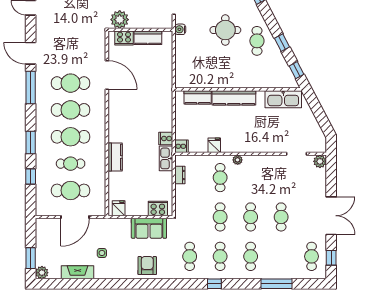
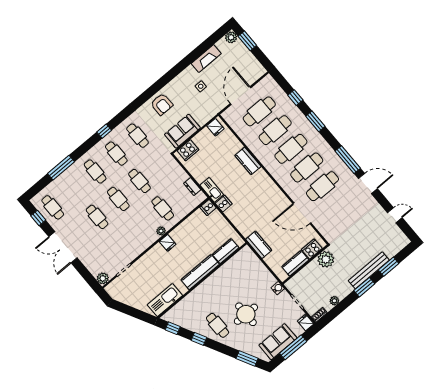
kitchen counter: (165, 79) -> (259, 245), added
fridge: (214, 145) -> (168, 243), moved
cafe table: (71, 164) -> (275, 130), width x1.37, depth x1.35

